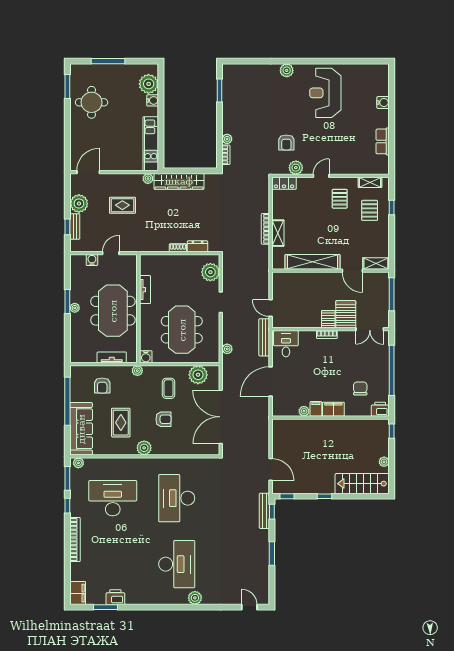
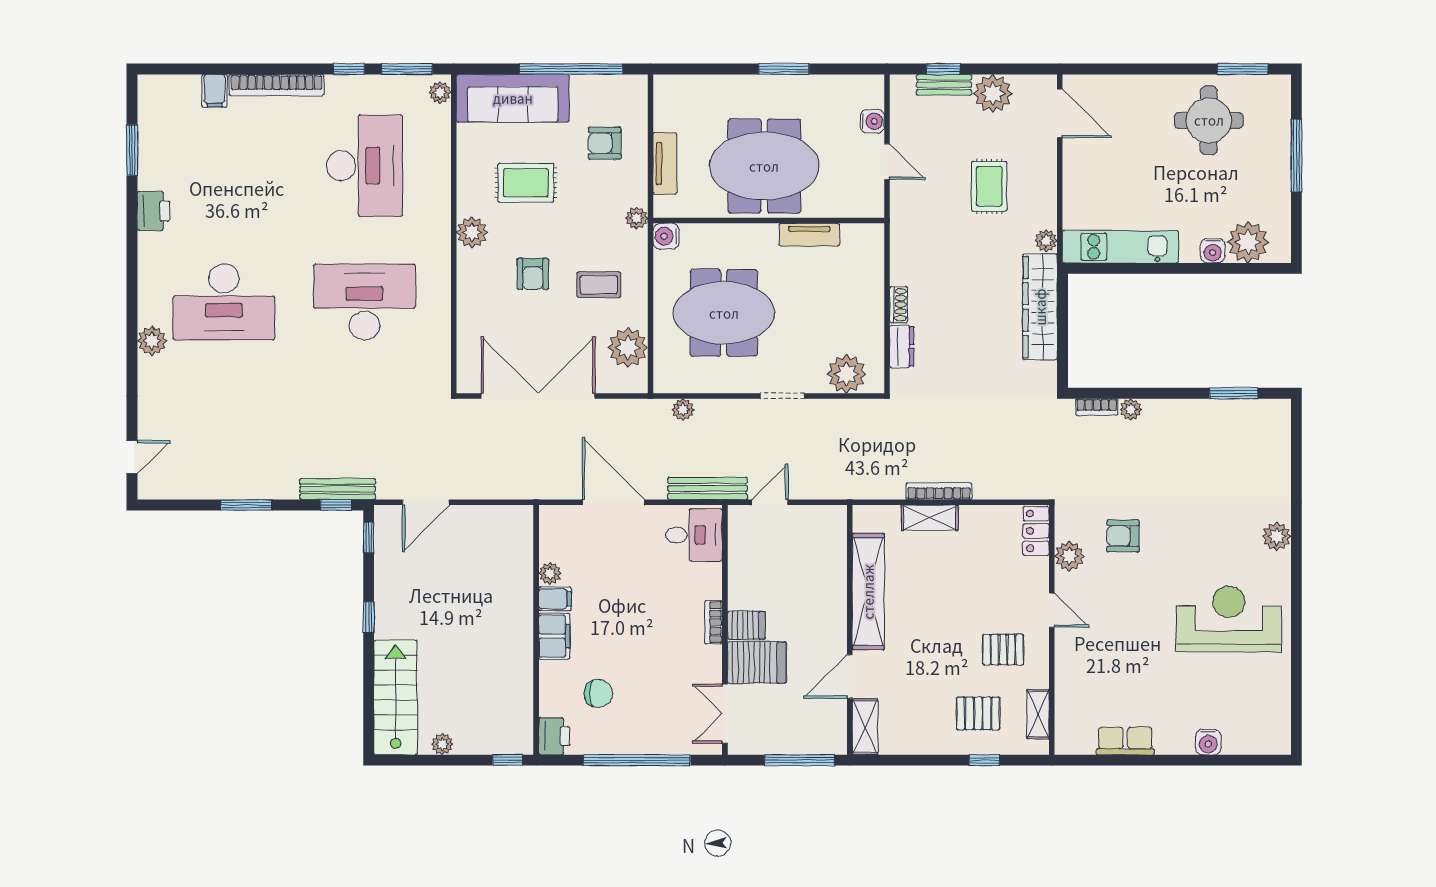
plant: (75, 308) -> (771, 85), removed
filing cabinet: (78, 593) -> (214, 91), moved, width x0.50
printer: (115, 597) -> (154, 211), moved

